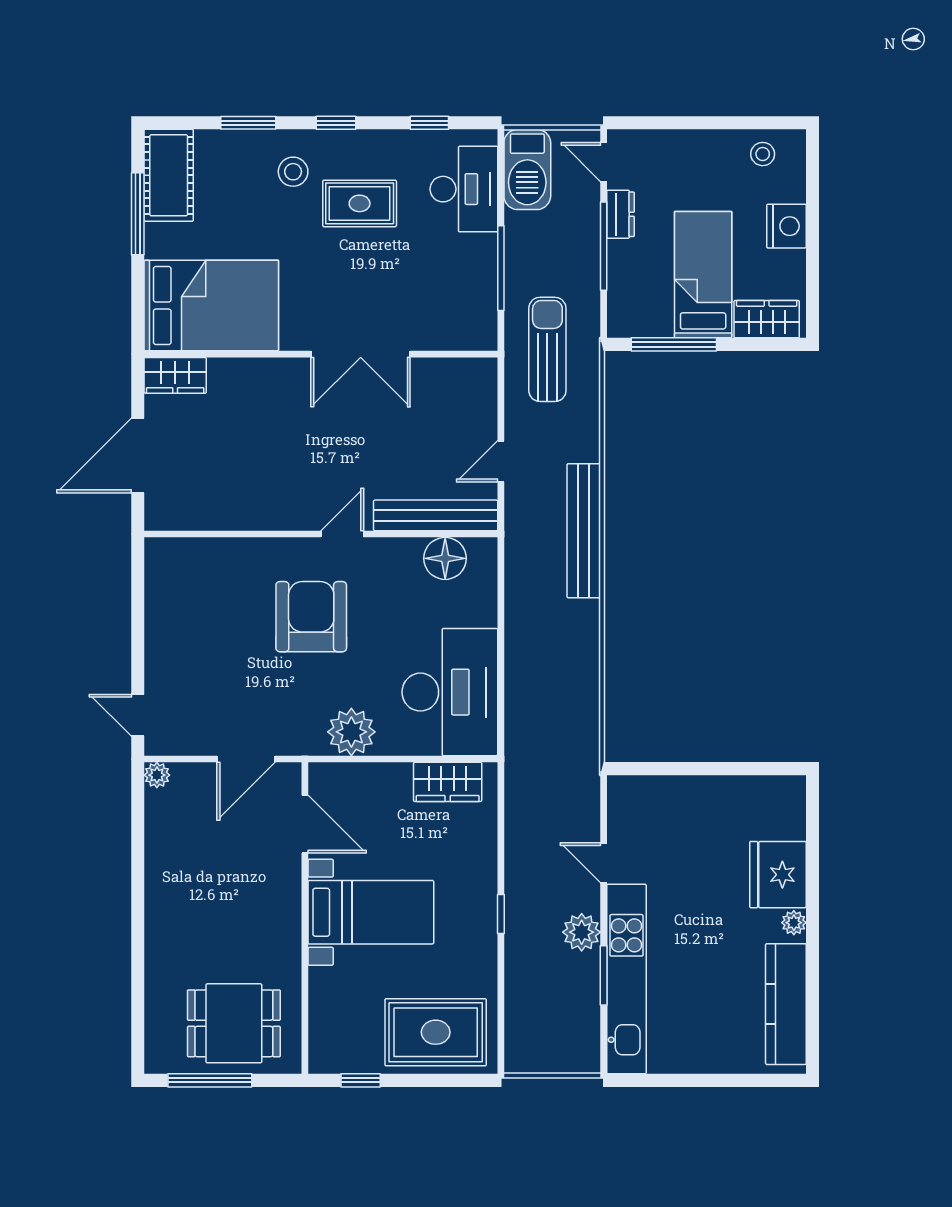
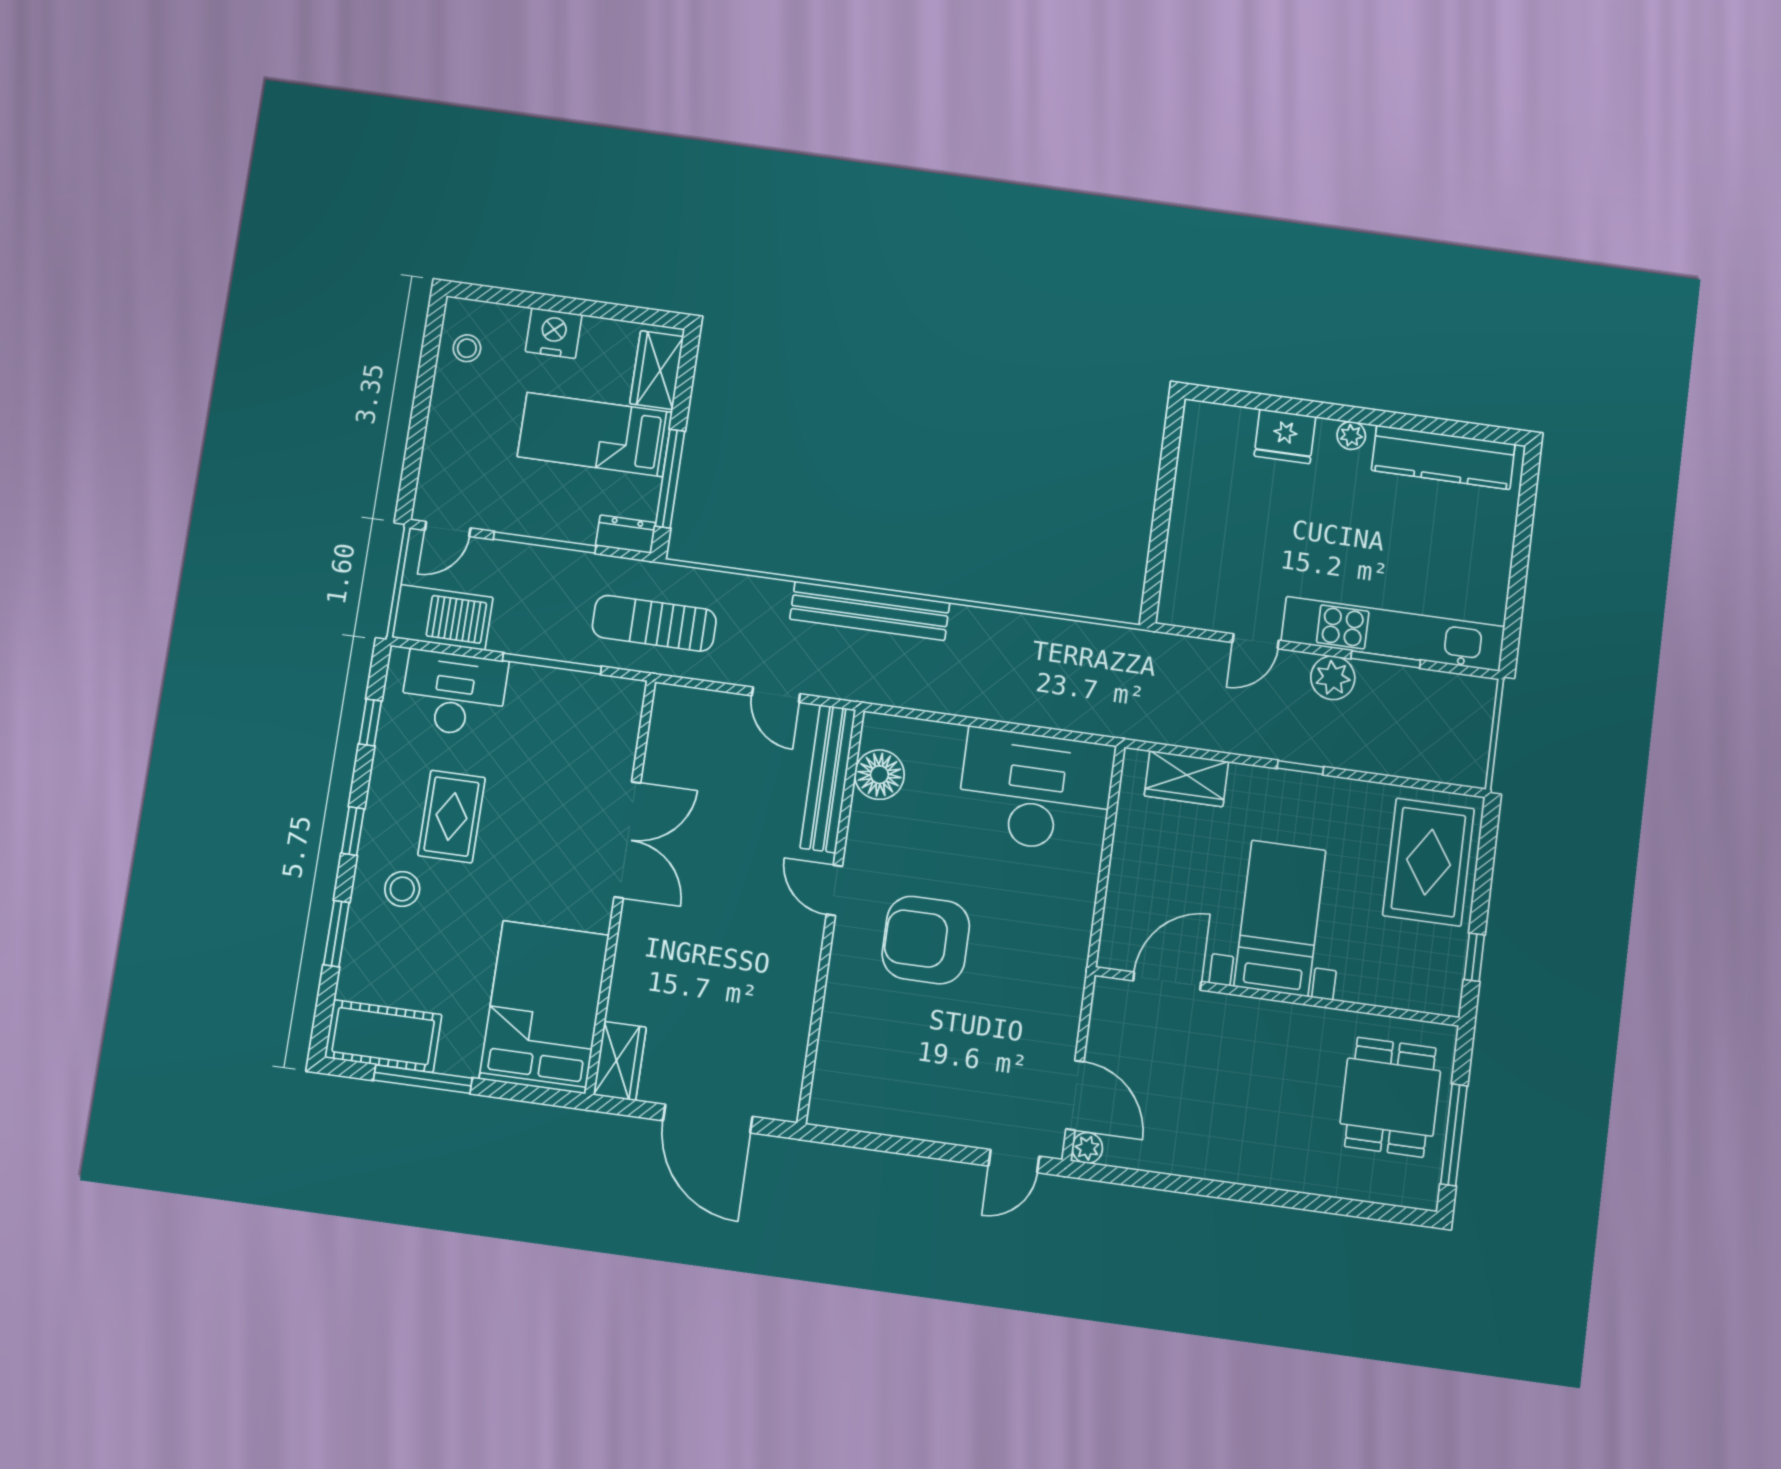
dresser: (620, 214) -> (626, 534), moved
plant: (351, 732) -> (1067, 912), removed
door: (246, 759) -> (1075, 1095), moved
wardrobe: (448, 782) -> (1186, 779), moved, turned 90
fridge: (778, 875) -> (1285, 436), width x0.73, depth x0.75

